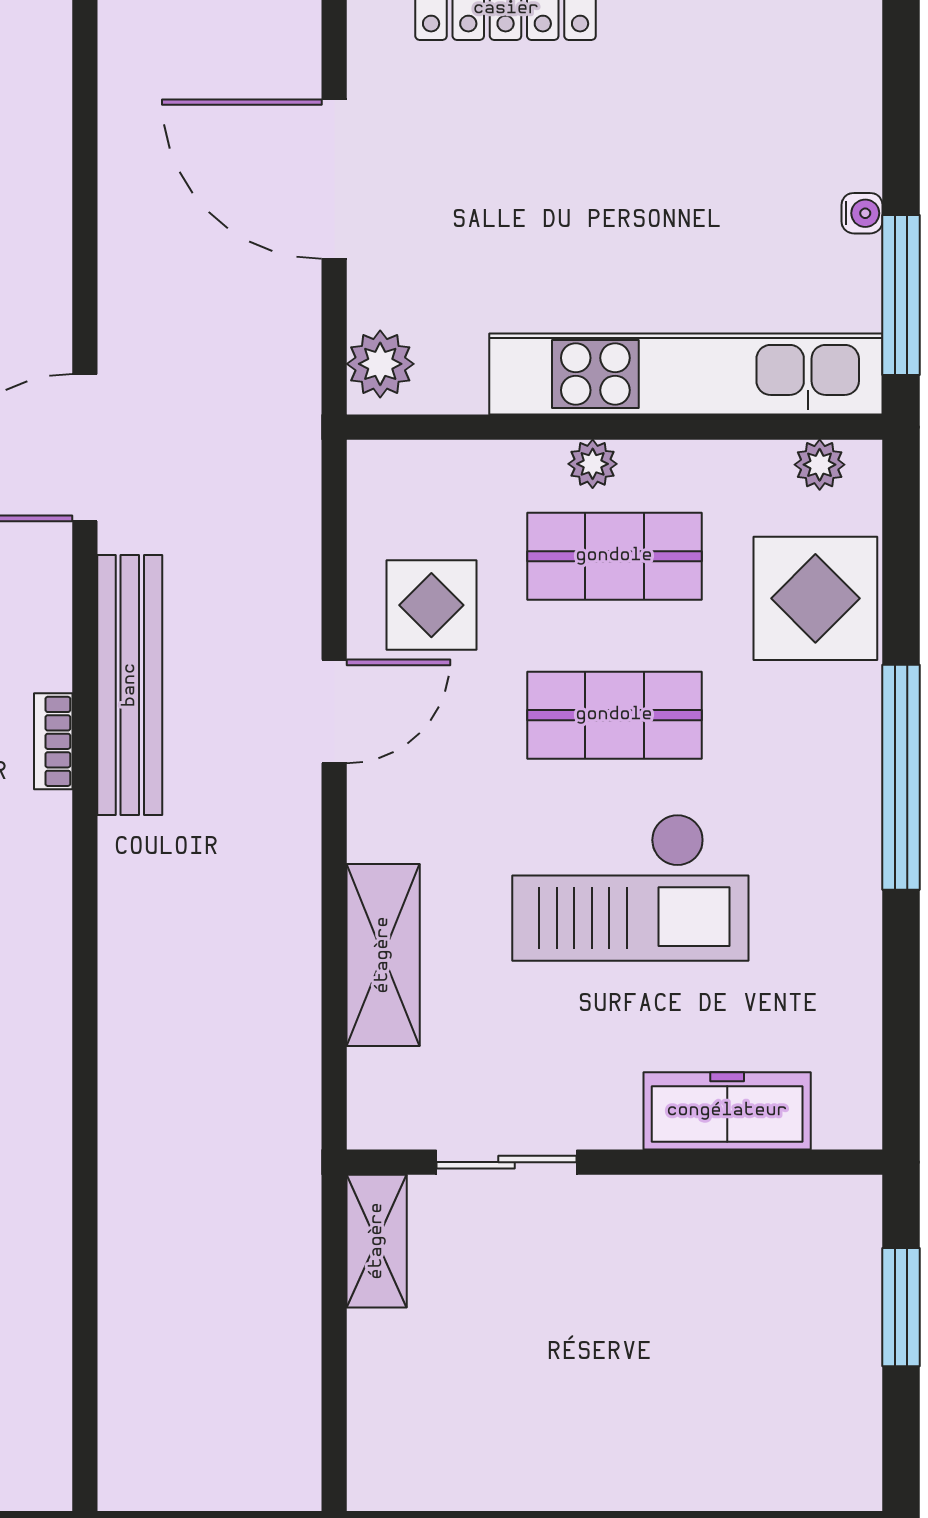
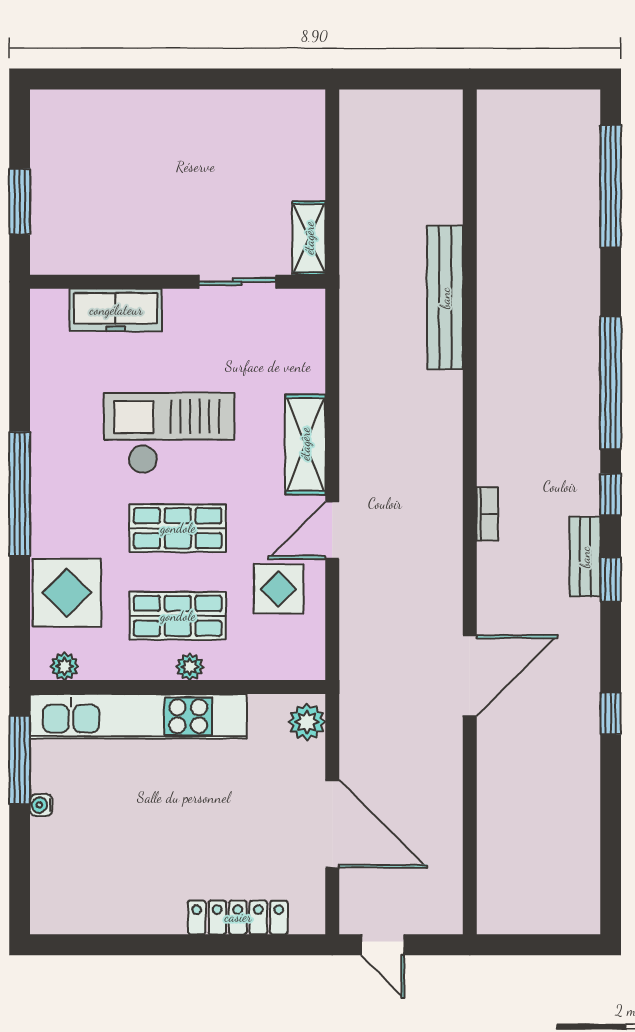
bench: (130, 685) -> (445, 298), moved
shelving: (383, 955) -> (305, 444), moved

